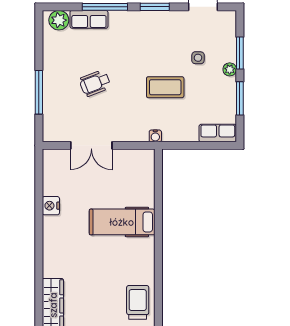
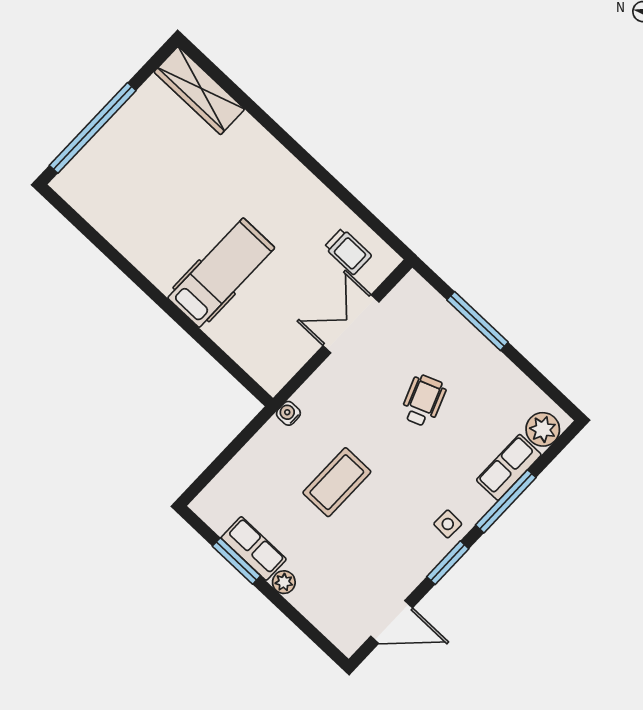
window: (240, 53) -> (292, 614), removed
side table: (198, 58) -> (448, 524), moved
row of seats: (218, 133) -> (254, 548), moved, turned -90
nightstand: (51, 206) -> (324, 204), removed
trolley: (138, 302) -> (348, 251), moved, width x0.73, depth x0.72

